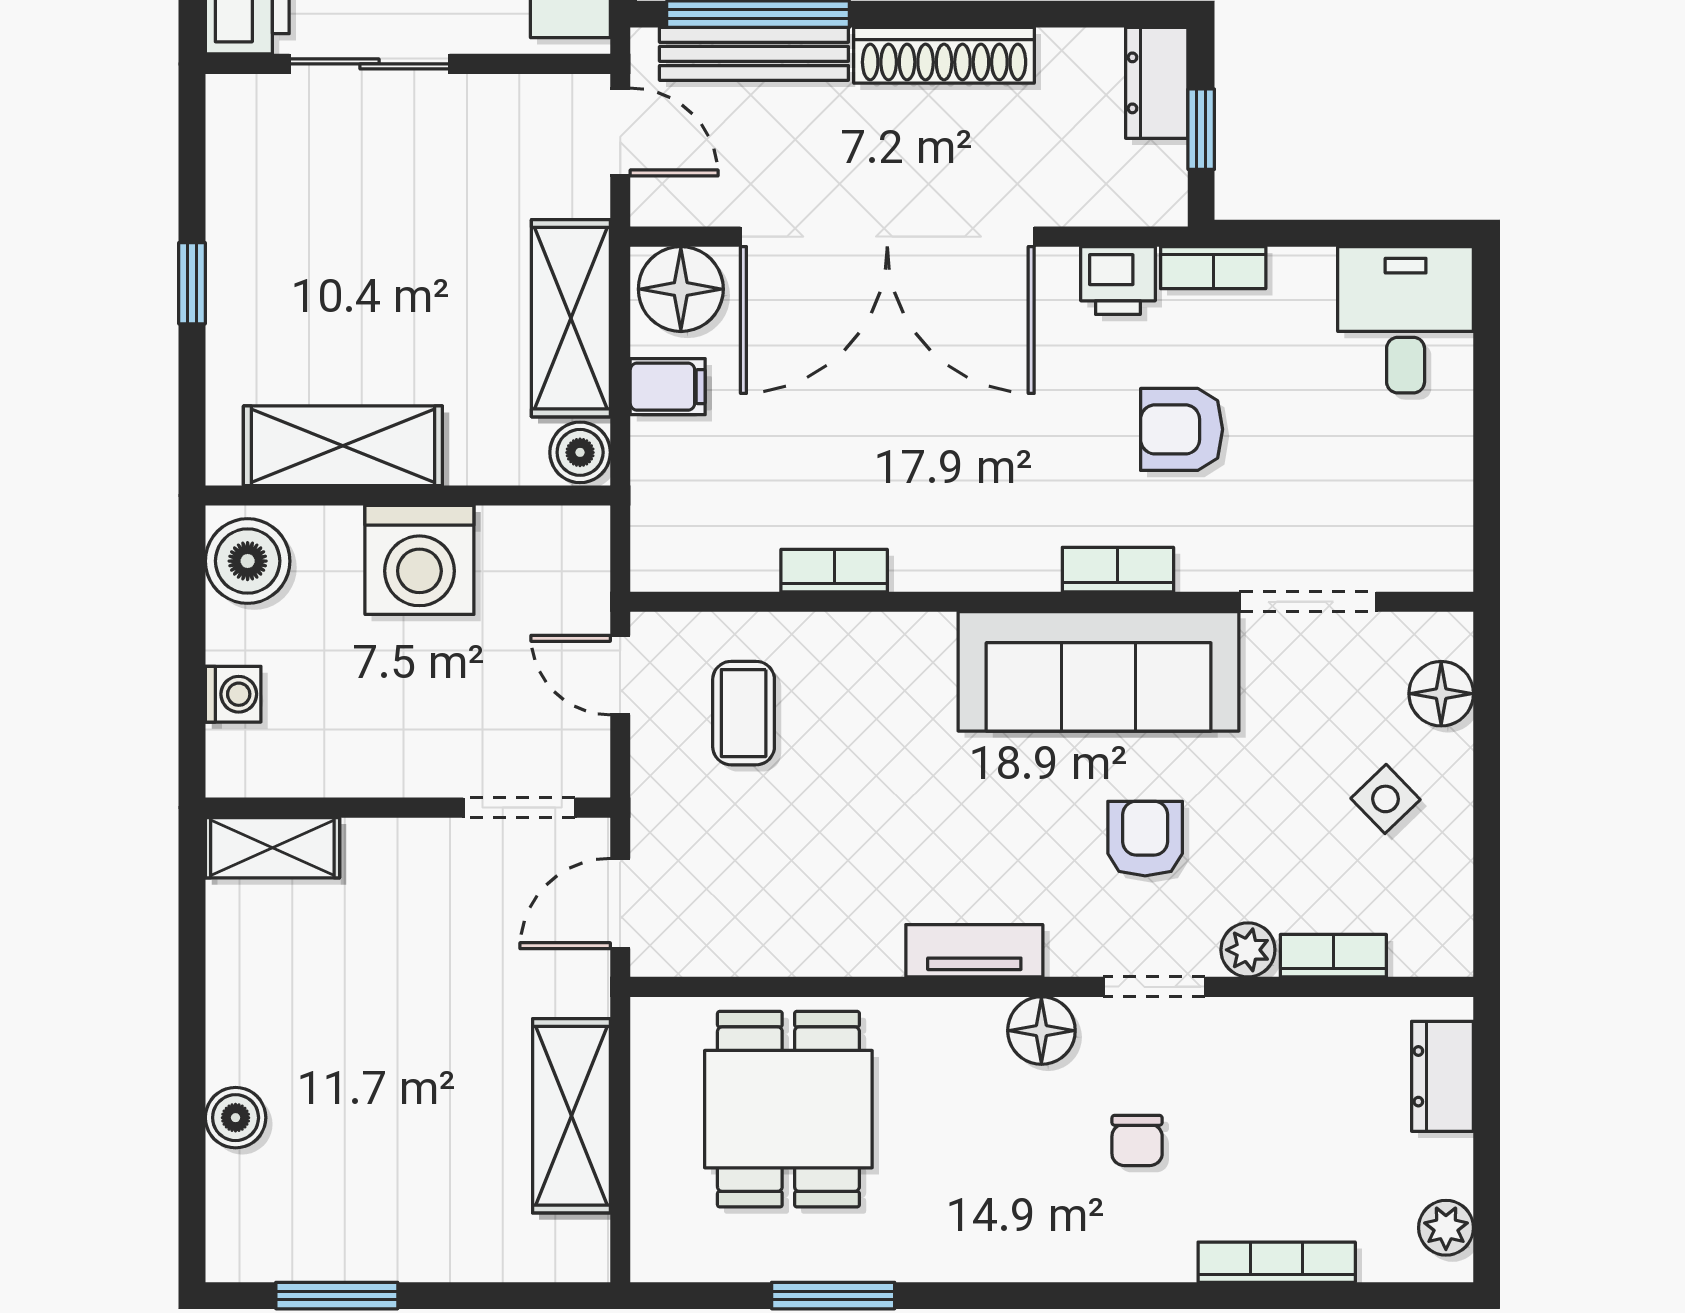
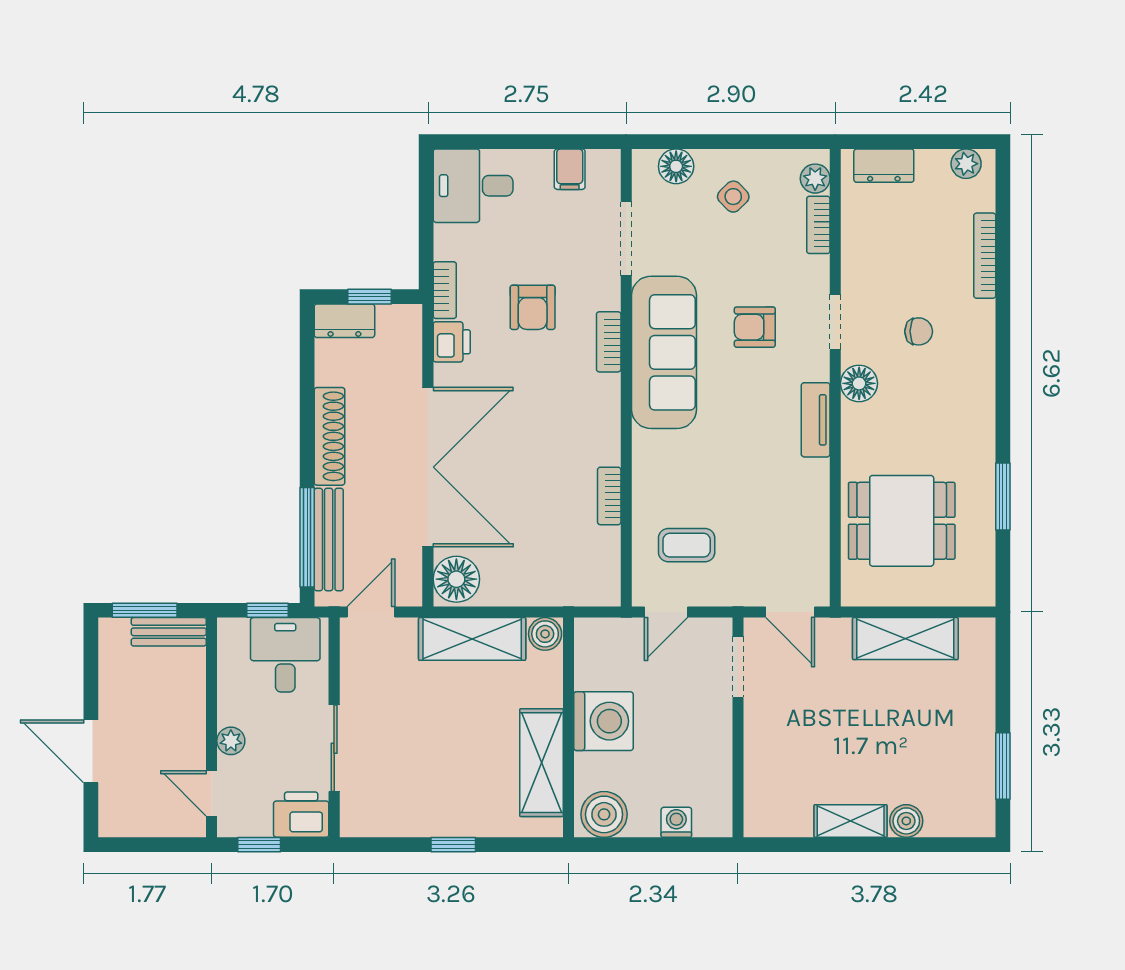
filing cabinet: (668, 387) -> (570, 169), moved, turned 180
shelving: (272, 848) -> (851, 821), moved, turned 90
plant: (1248, 950) -> (815, 179), moved

